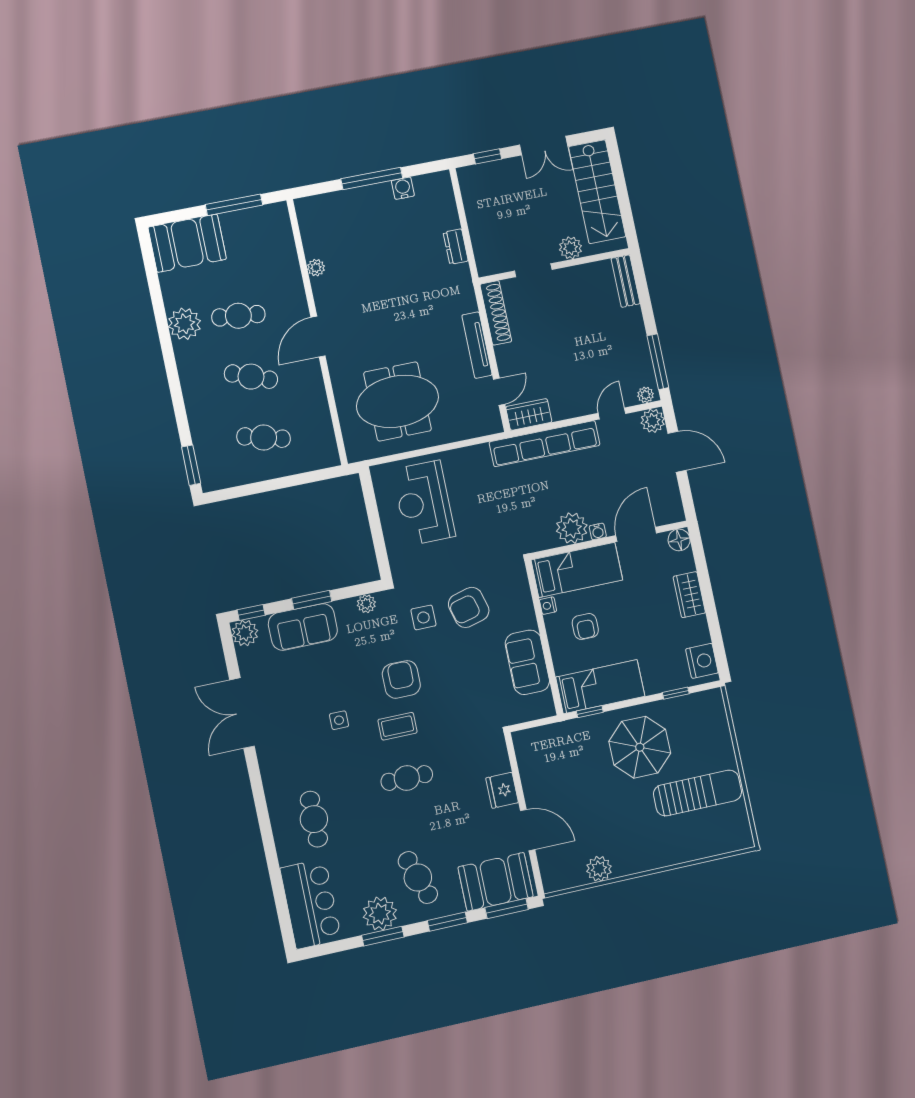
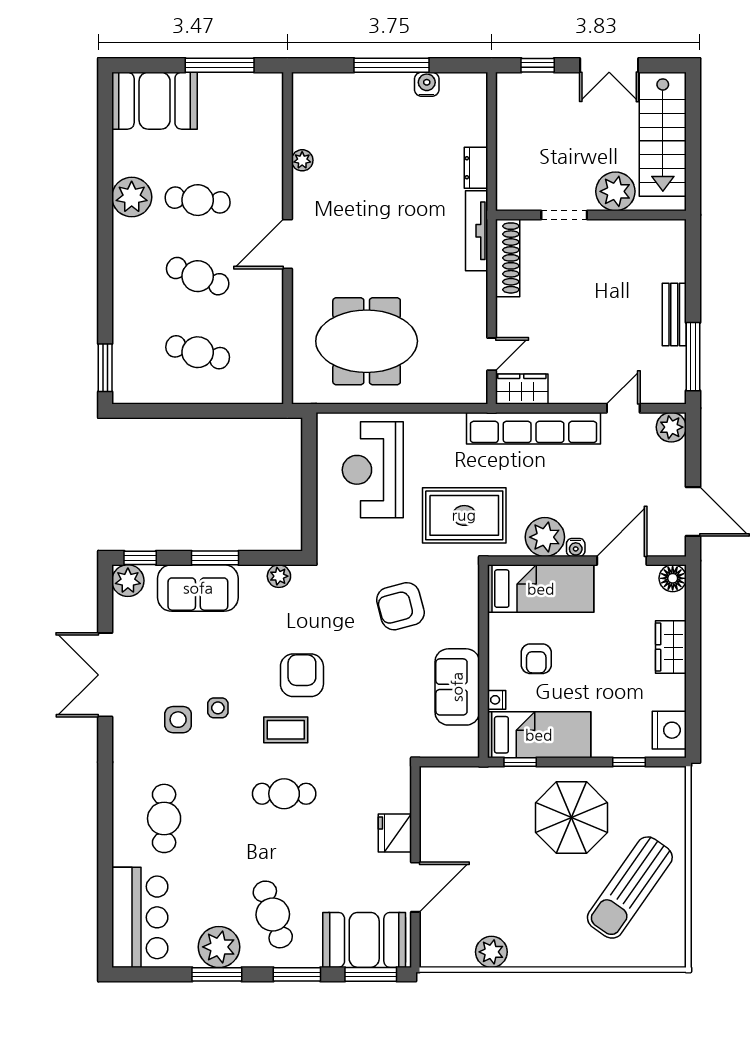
plant: (571, 248) -> (615, 191), width x1.36, depth x1.36
bench: (626, 281) -> (674, 314), moved
tv unit: (477, 345) -> (477, 231), moved
plant: (646, 395) -> (669, 394), removed
door: (677, 452) -> (693, 511), moved
rug: (504, 524) -> (464, 515), added
nightstand: (548, 606) -> (497, 700), moved
side table: (423, 617) -> (178, 720), moved
sun lounger: (698, 793) -> (630, 888), turned 125
door: (528, 830) -> (415, 887), hinge flipped

